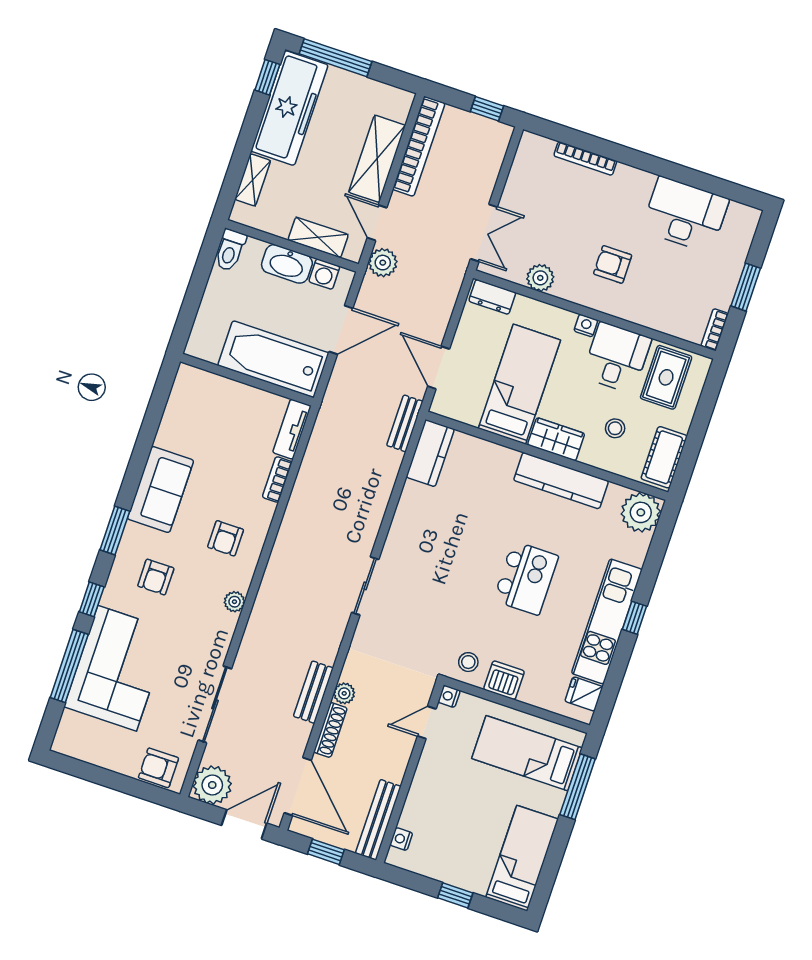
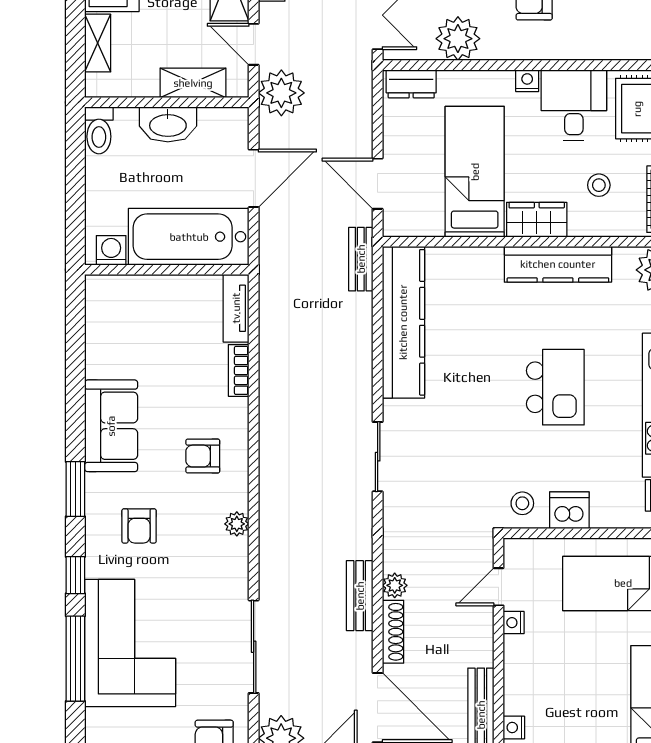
plant: (383, 263) -> (281, 93), width x1.36, depth x1.36
washing machine: (324, 274) -> (111, 250), moved, turned 180
plant: (540, 278) -> (458, 39), width x1.36, depth x1.36
kitchen counter: (430, 453) -> (403, 322), width x2.08, depth x1.17
armchair: (226, 538) -> (203, 456), turned 90
nightstand: (449, 696) -> (514, 623), moved

